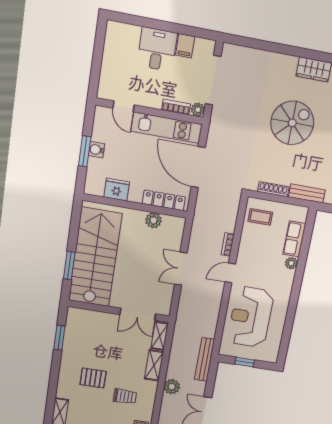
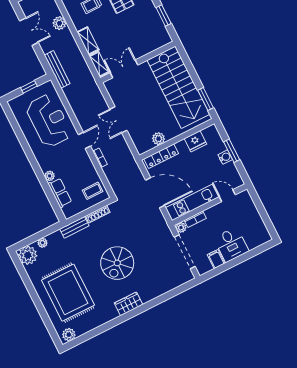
window: (69, 265) -> (206, 99), moved
double door: (181, 269) -> (118, 120), swing flipped
plant: (172, 387) -> (59, 23), moved

